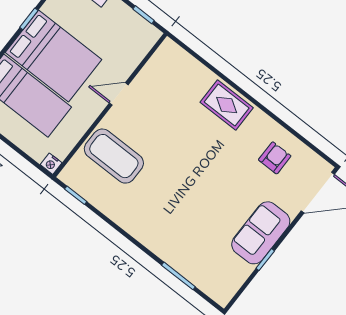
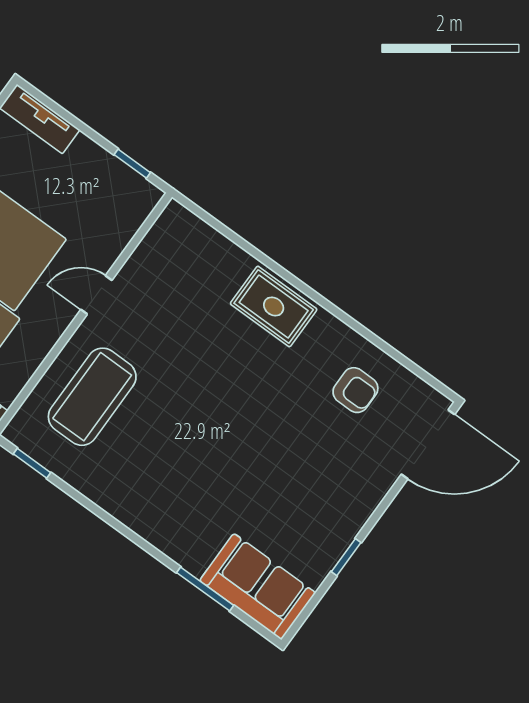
coffee table: (114, 156) -> (92, 397), turned 90
armchair: (275, 158) -> (355, 390), turned 90
sofa: (261, 233) -> (258, 587), moved, turned 90

